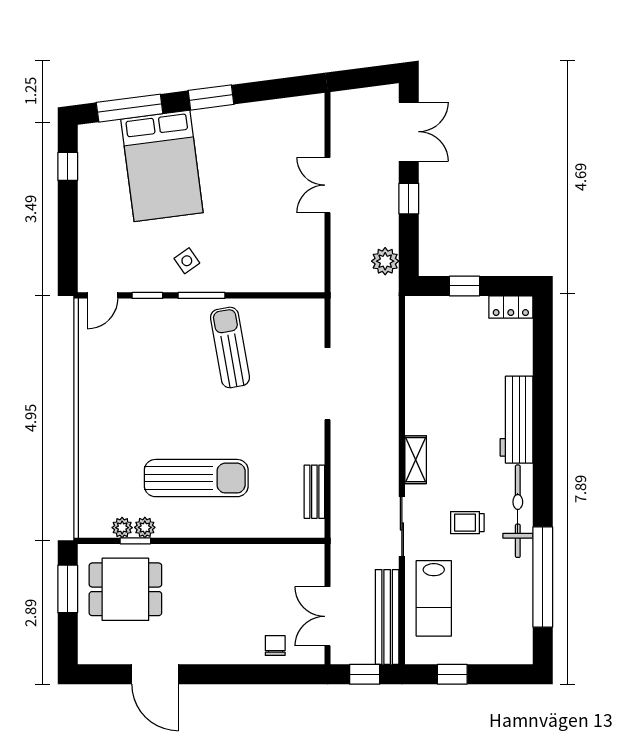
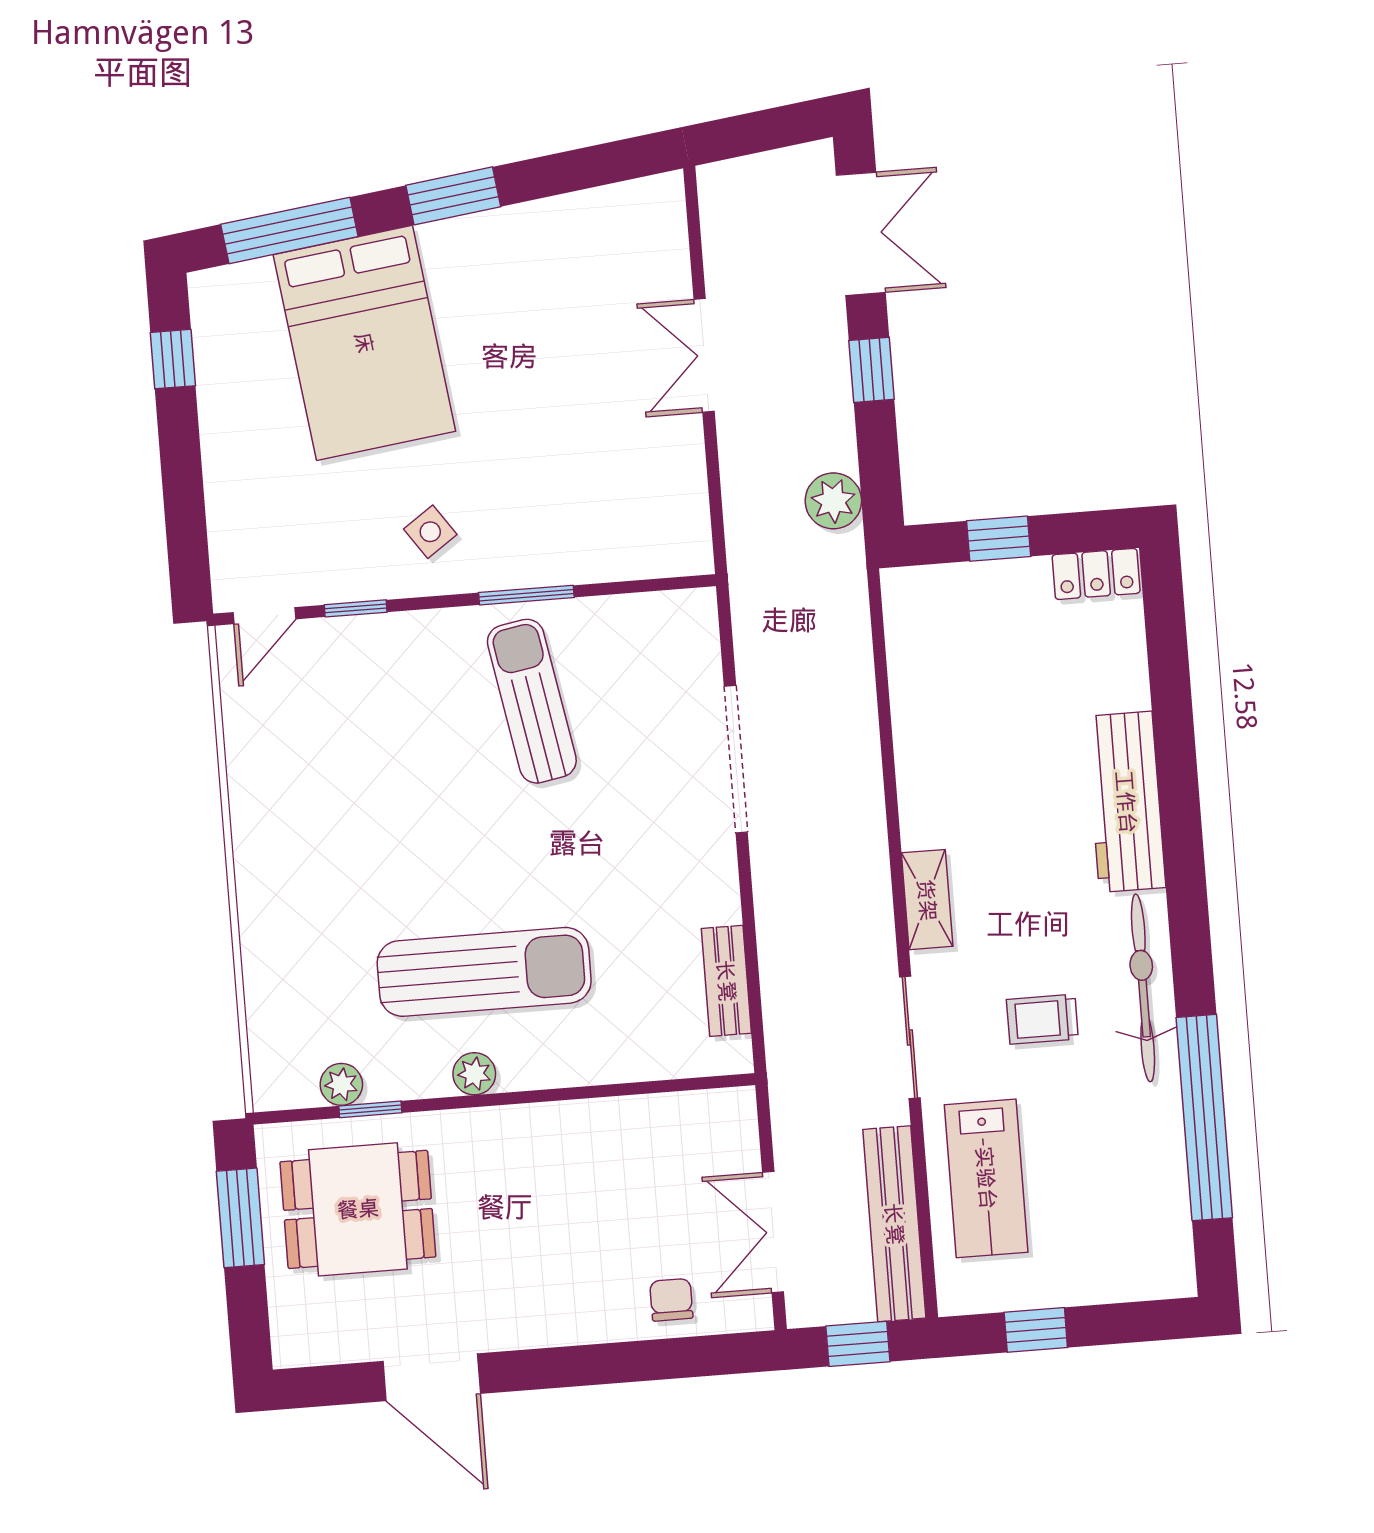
window: (201, 295) -> (526, 595), moved
plant: (145, 527) -> (474, 1074), moved

